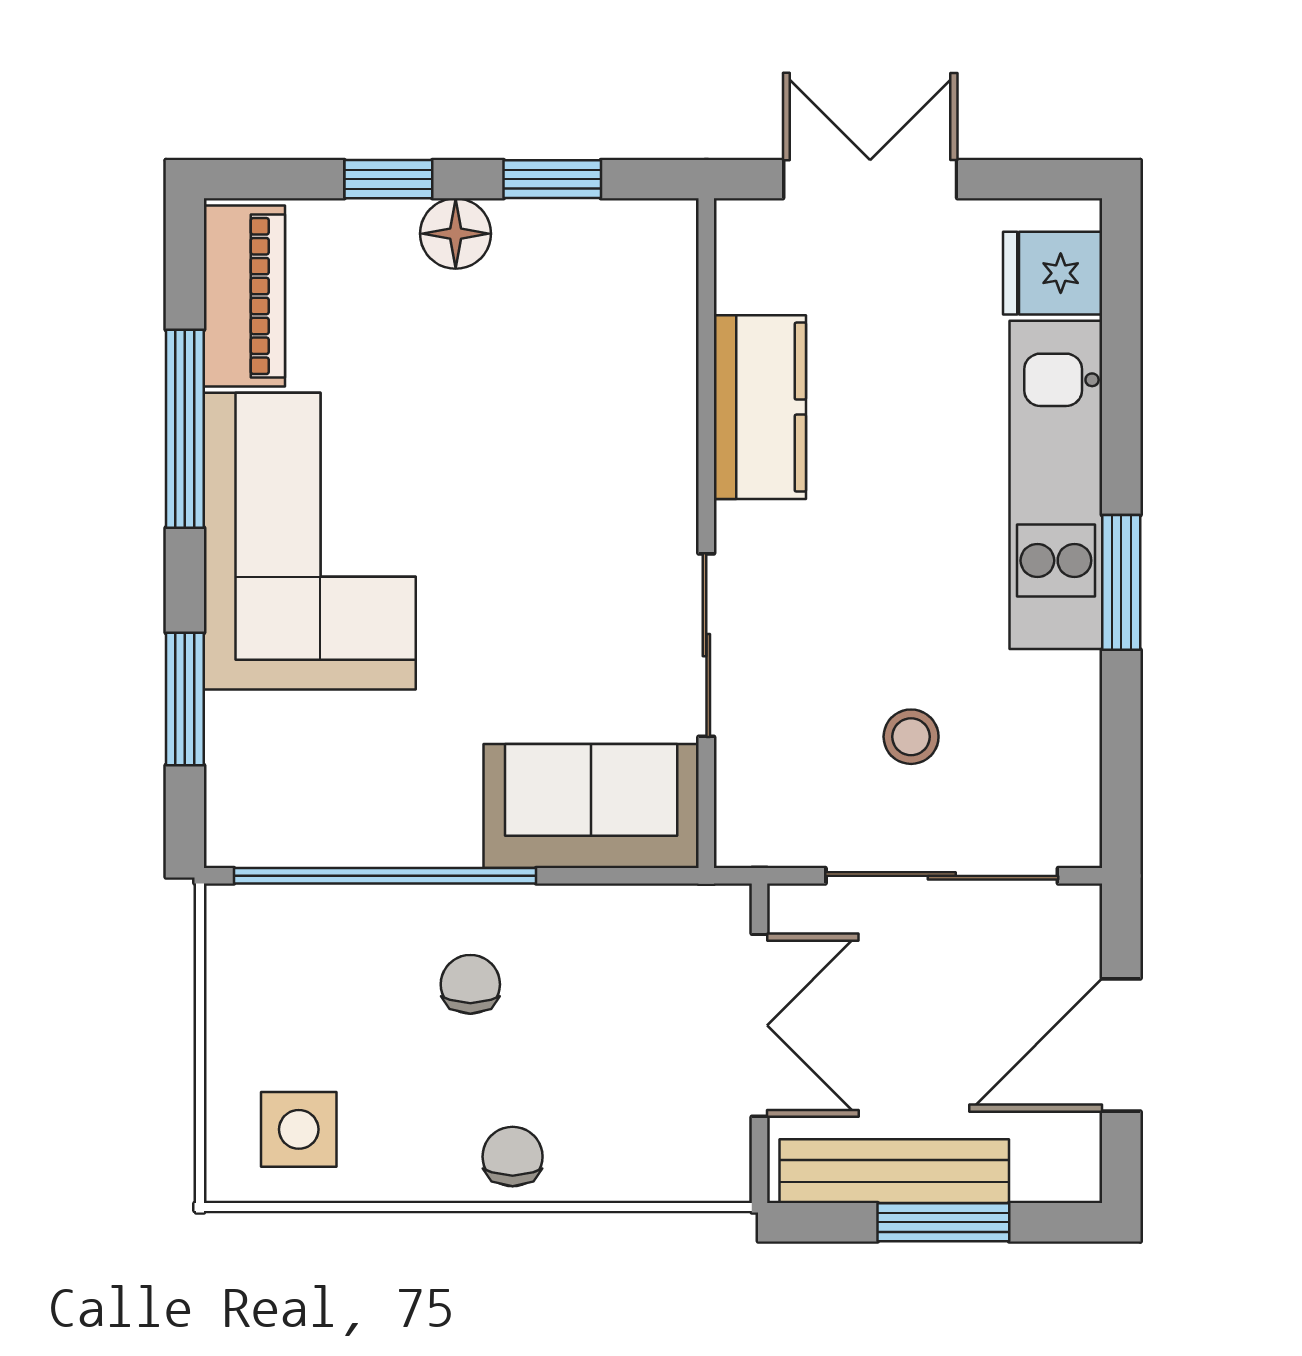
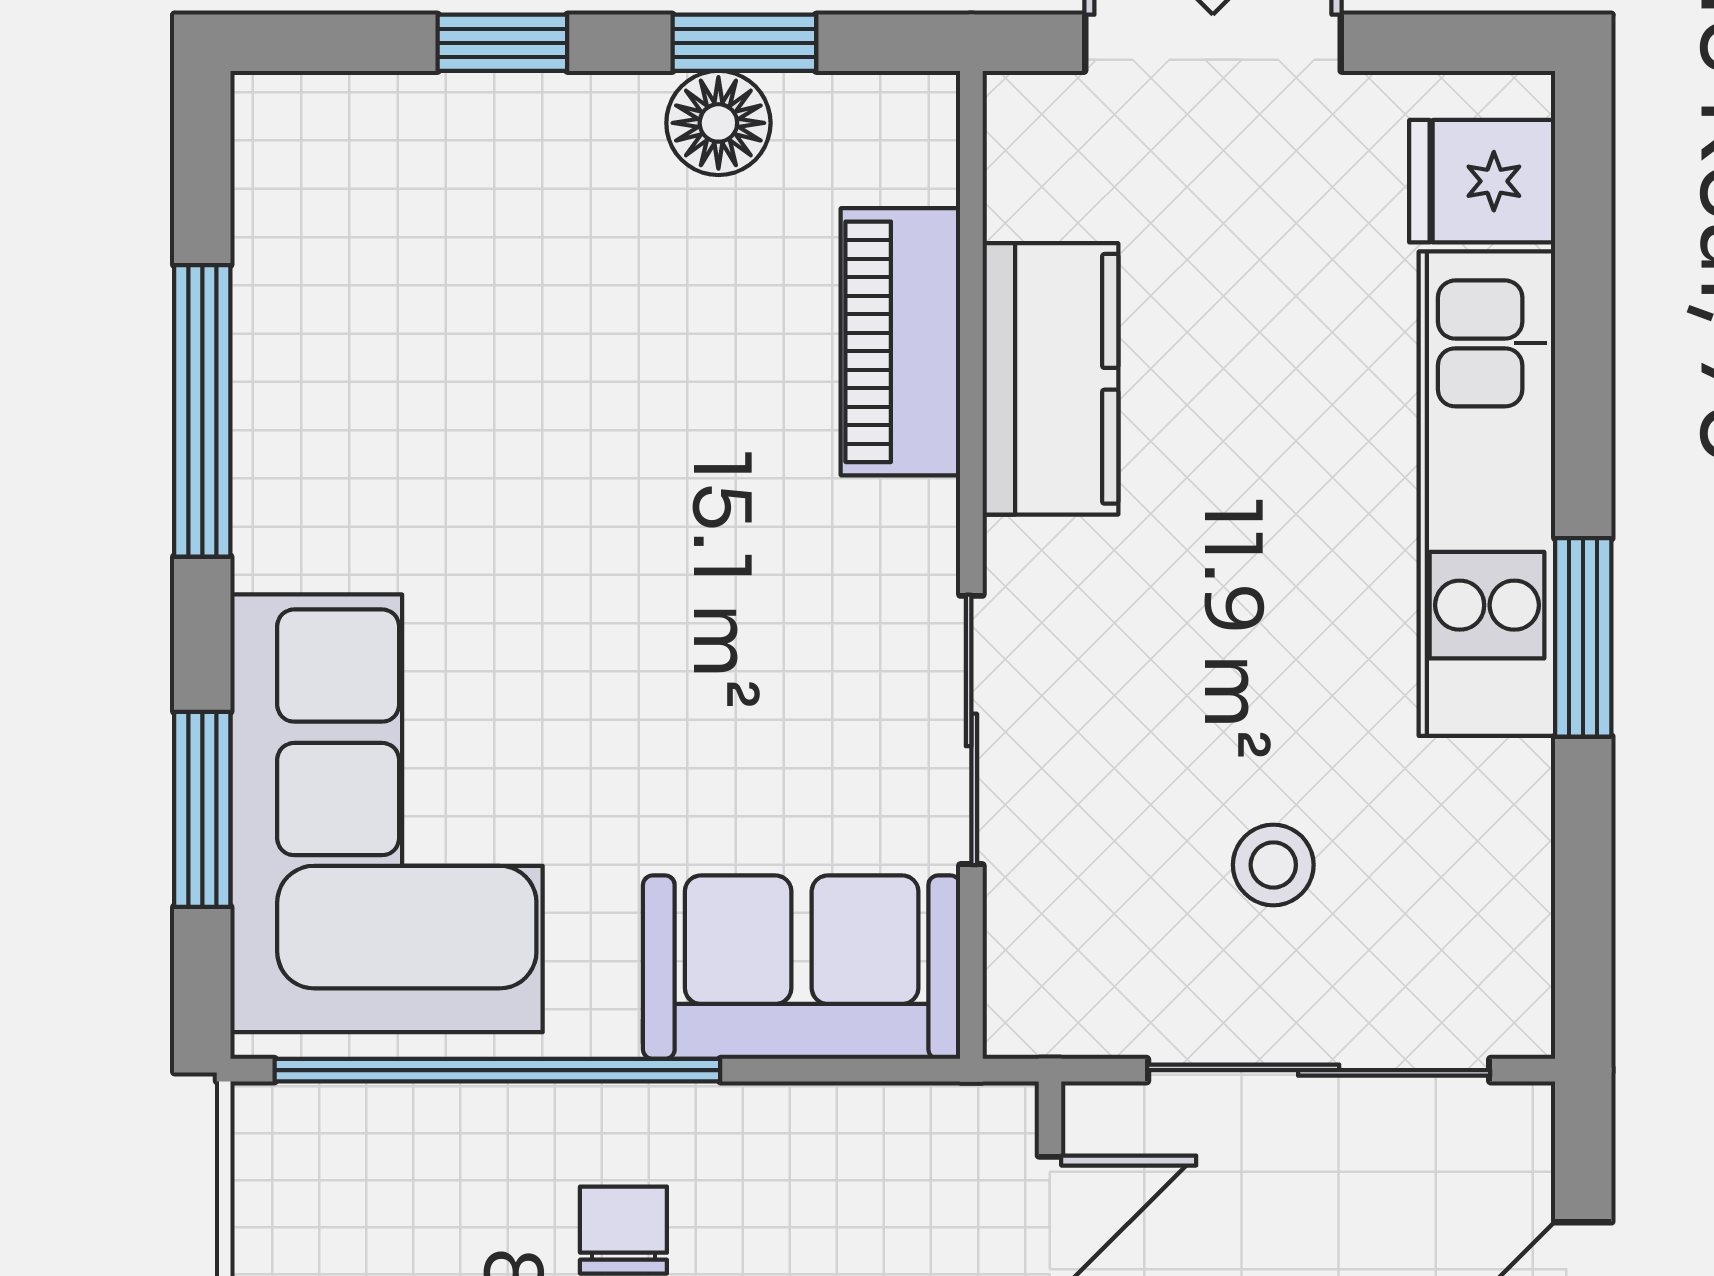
floor lamp: (456, 234) -> (718, 123), moved
piano: (244, 296) -> (900, 342), moved, turned 180
corner sofa: (310, 541) -> (387, 813), moved

